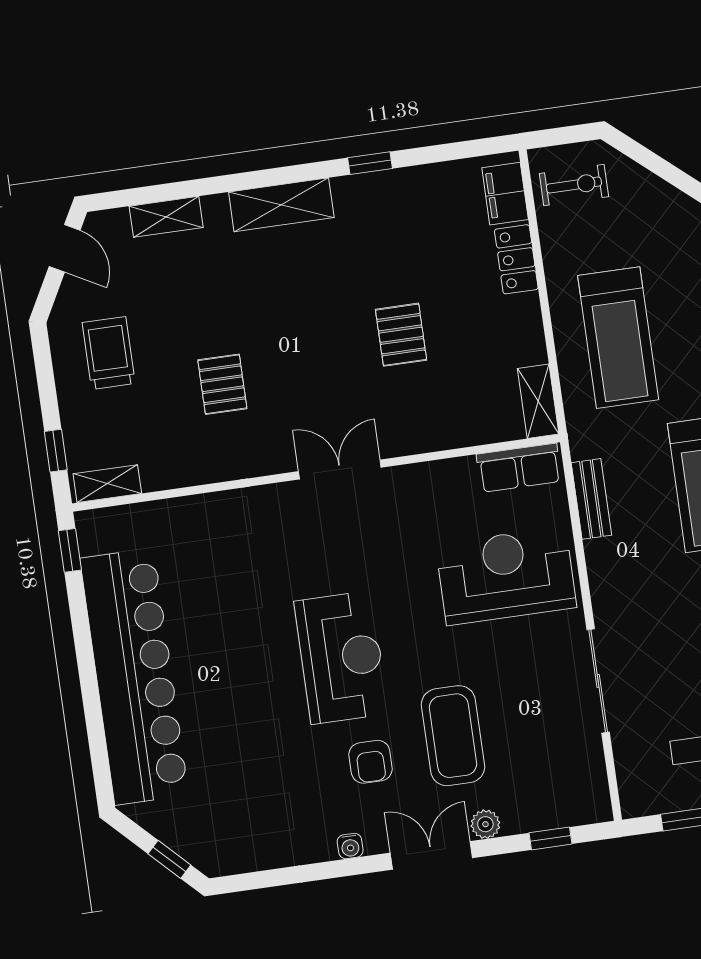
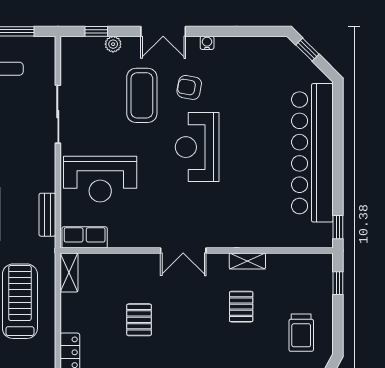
shelving: (107, 484) -> (247, 261), moved
armchair: (371, 762) -> (189, 87), turned -80
plant: (485, 824) -> (113, 44), moved

